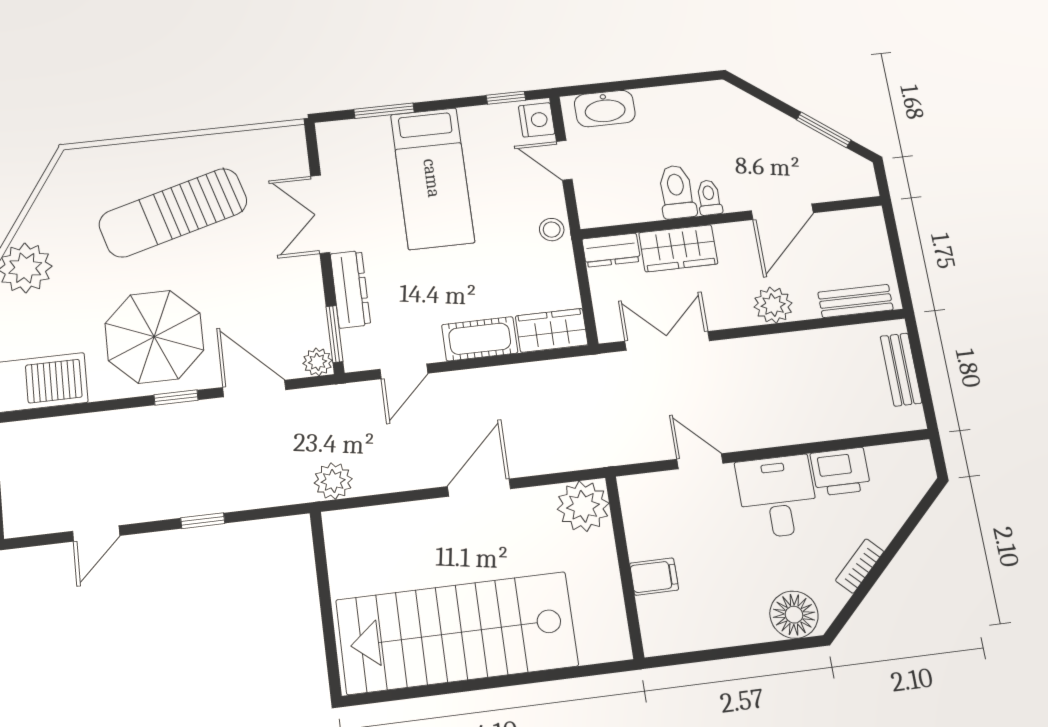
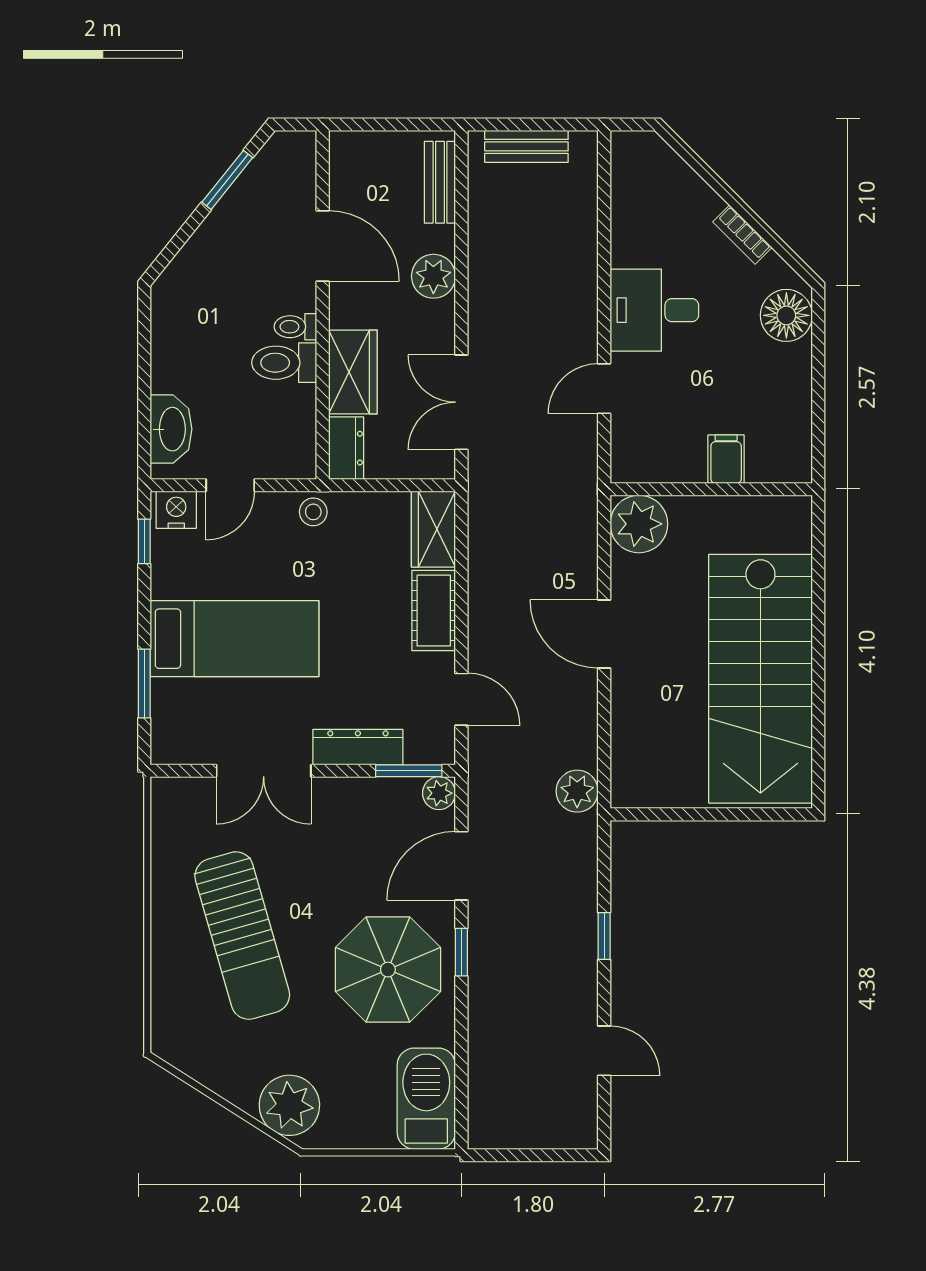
printer: (841, 472) -> (635, 236), removed

